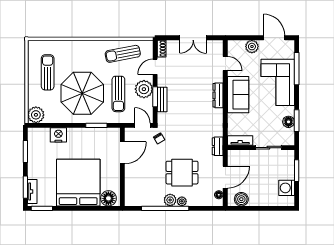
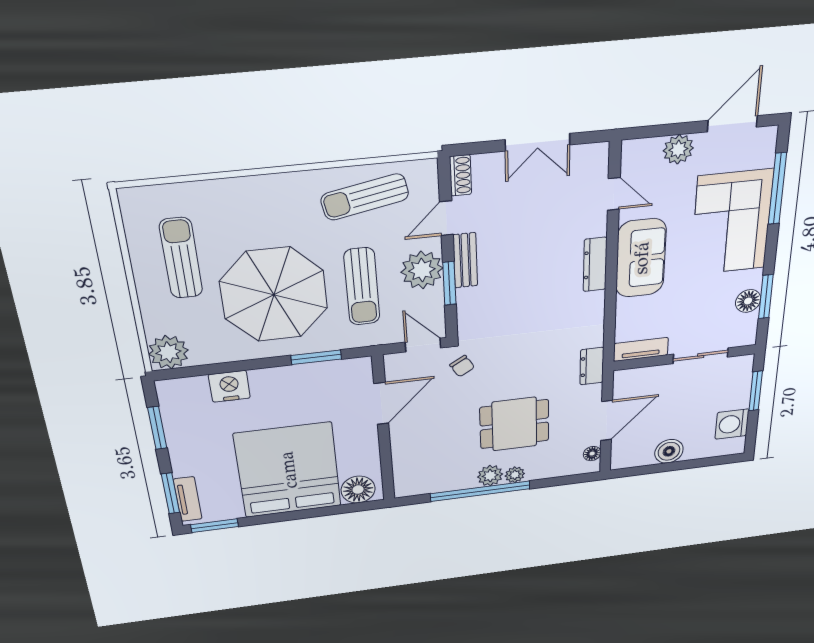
door: (274, 38) -> (732, 124), hinge flipped
bench: (162, 99) -> (465, 260), moved
boiler: (241, 199) -> (669, 451), moved

